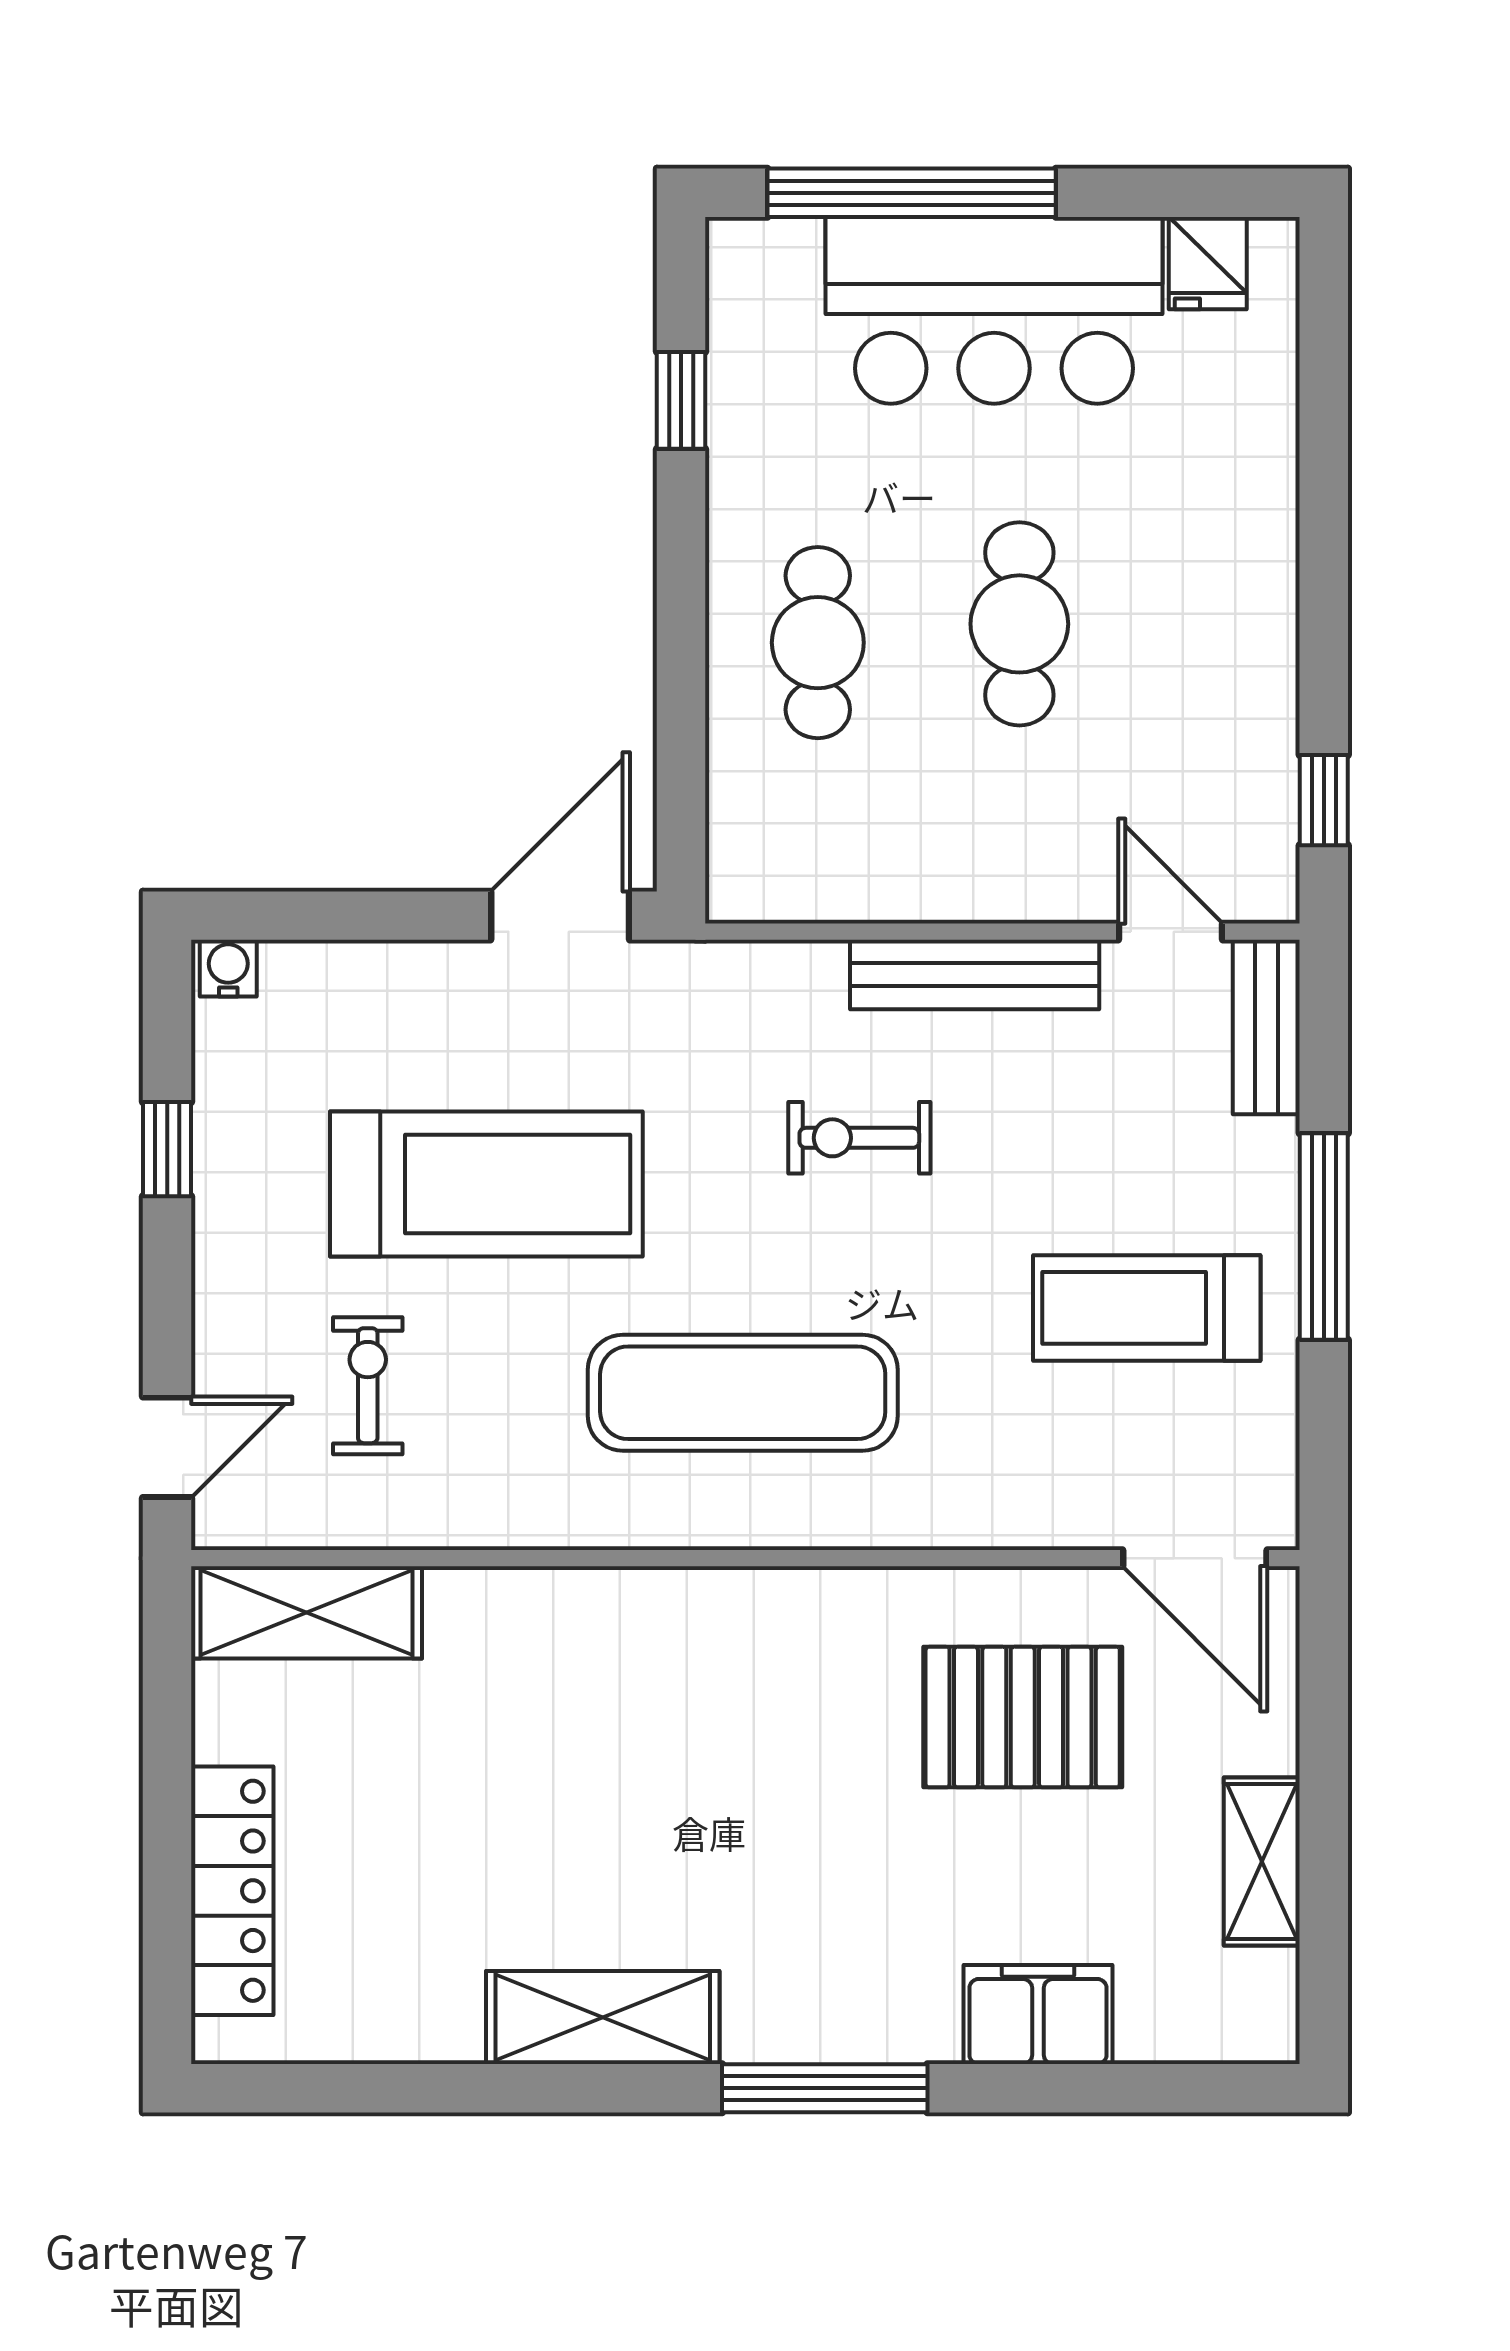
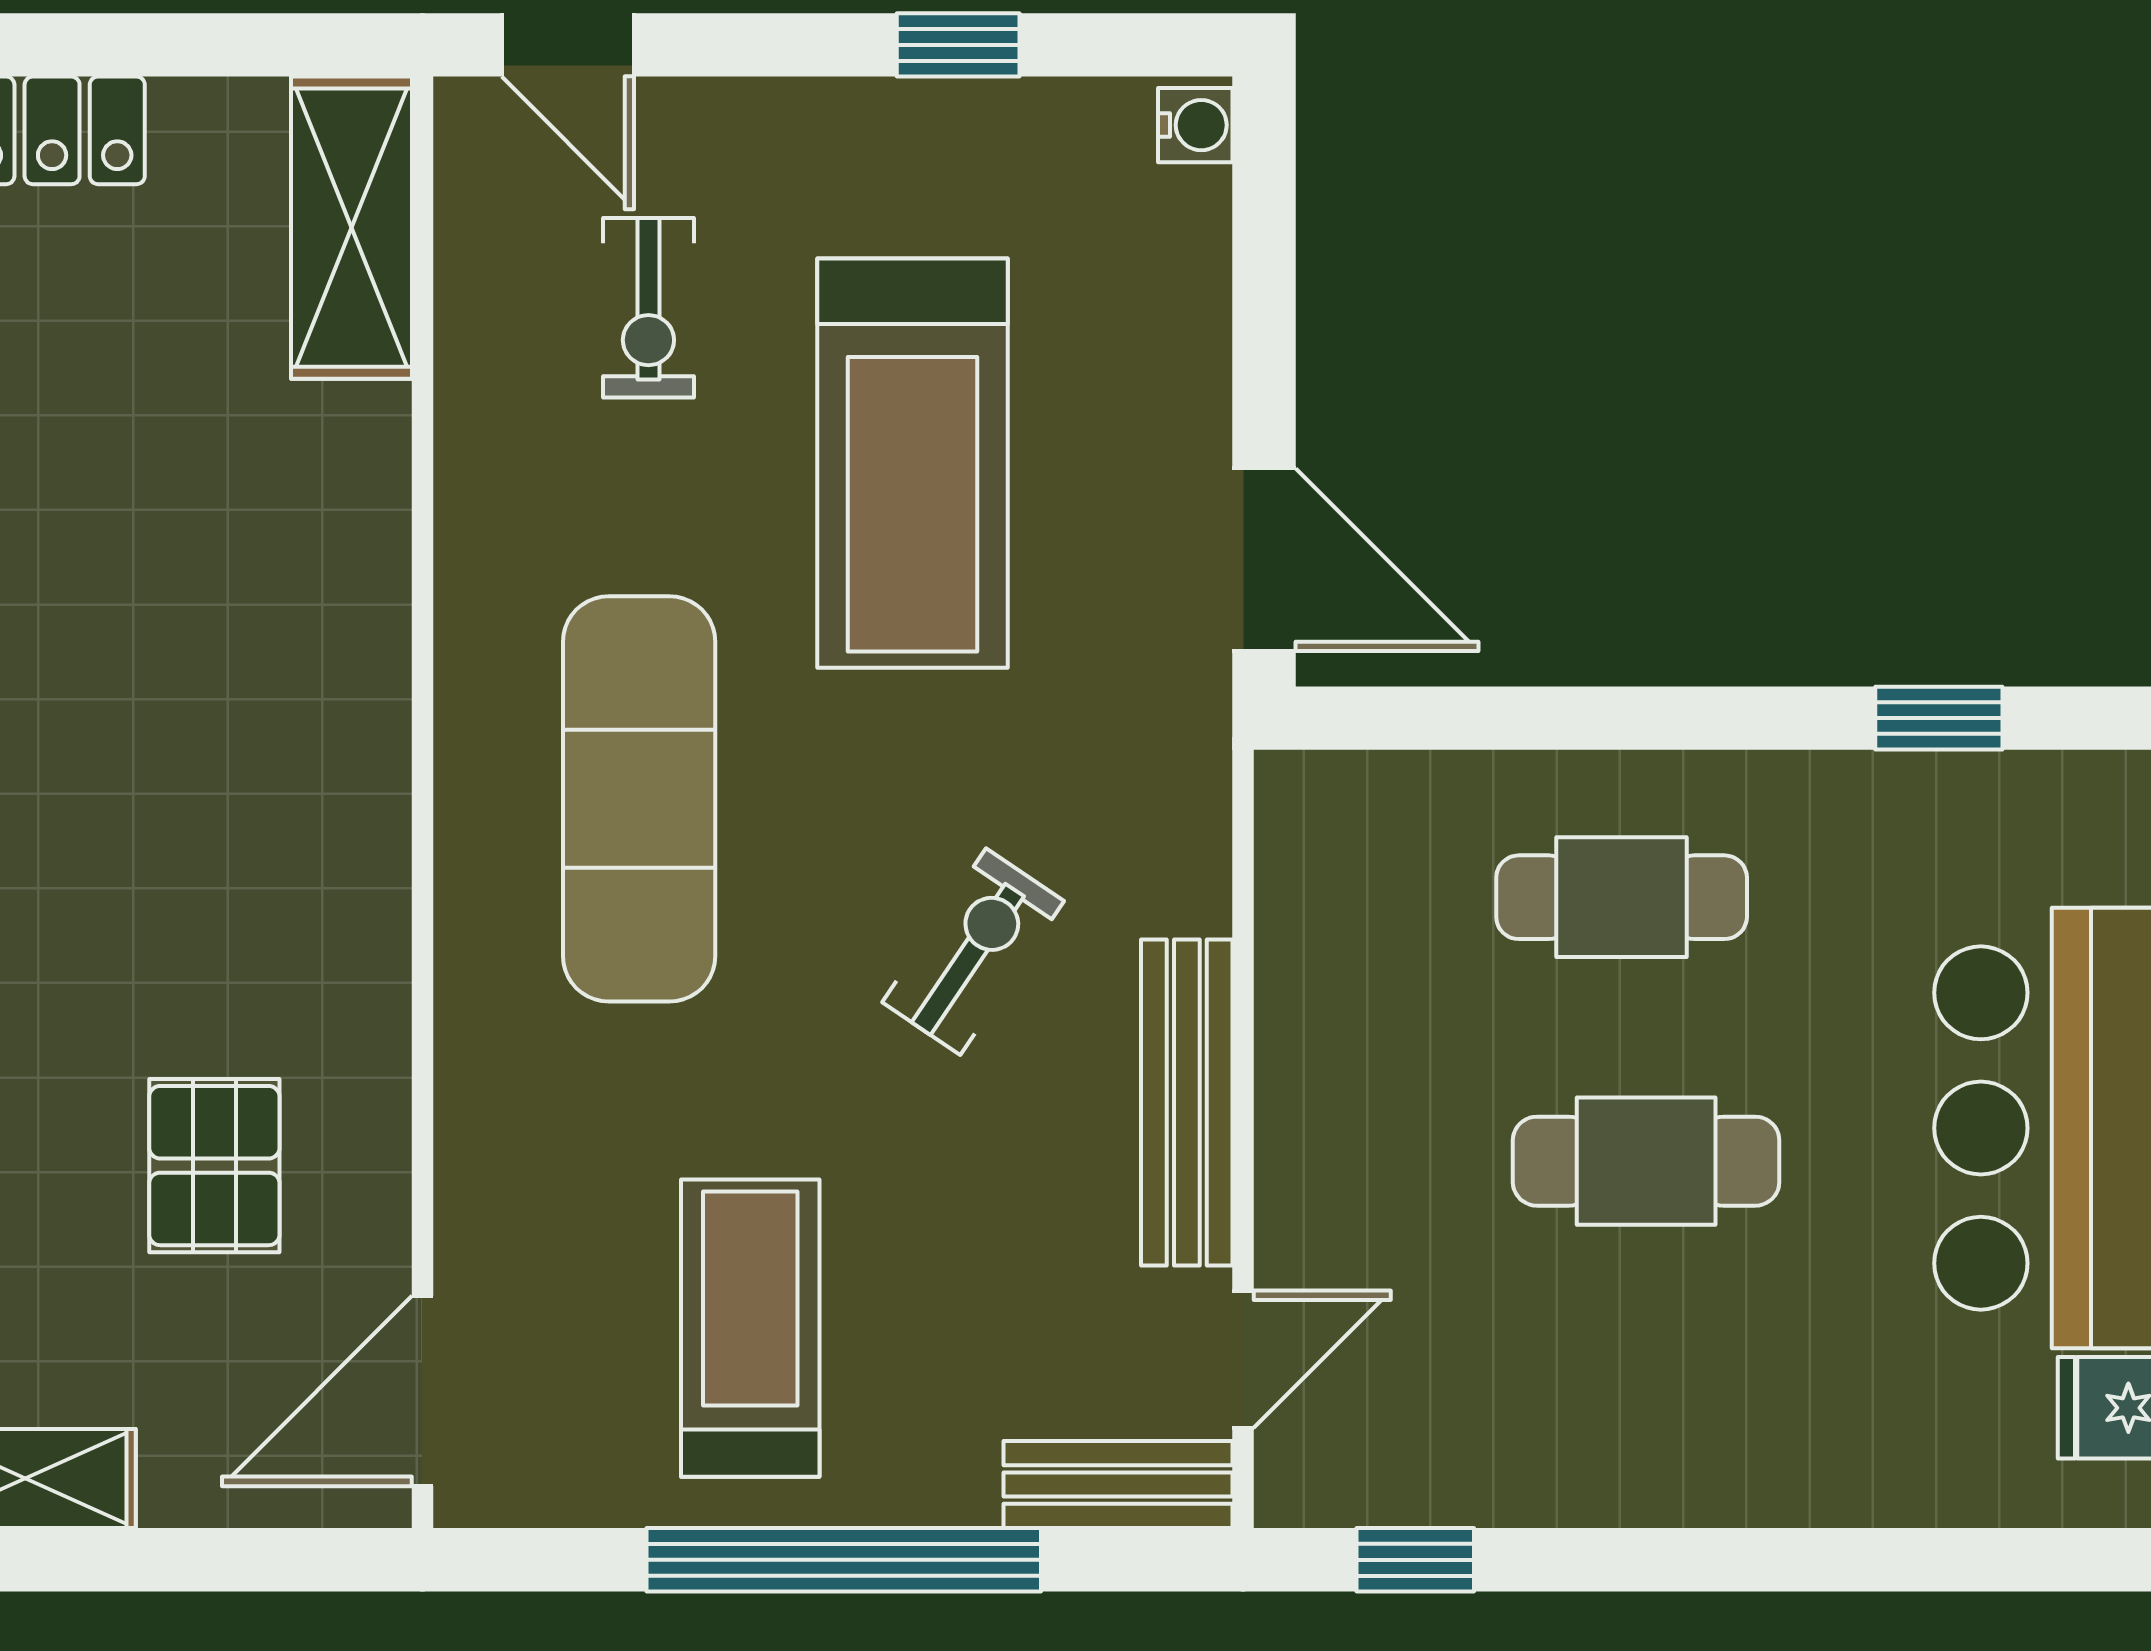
exercise bike: (859, 1138) -> (973, 952), turned 34
window: (1324, 1237) -> (844, 1560), width x1.46
exercise bike: (368, 1386) -> (648, 308), turned 90
pallet: (1023, 1717) -> (214, 1166), width x0.67, depth x0.71

